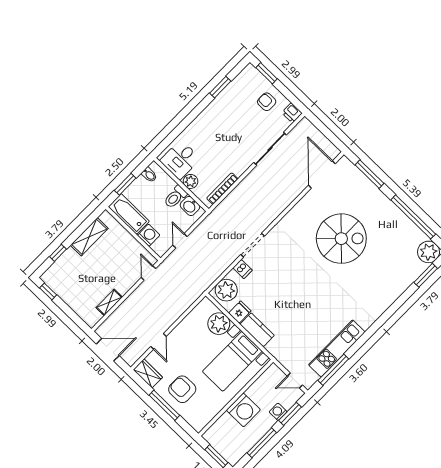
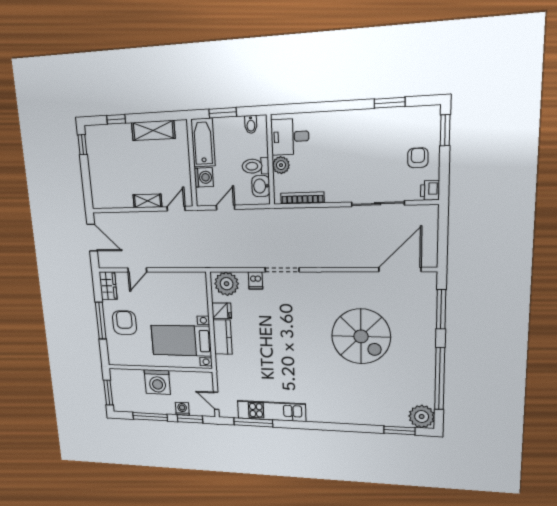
shelving: (109, 302) -> (148, 201), moved
plant: (219, 324) -> (197, 303), removed

